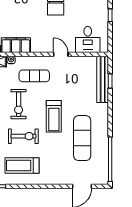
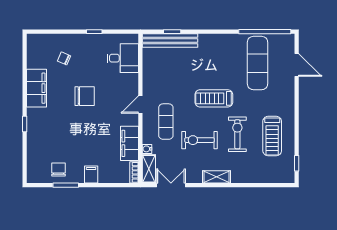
door: (61, 54) -> (140, 105), moved
exercise bike: (19, 104) -> (200, 140), turned 180
treadmill: (54, 116) -> (214, 98), turned 180
exercise mat: (82, 138) -> (258, 63), moved, turned 90

